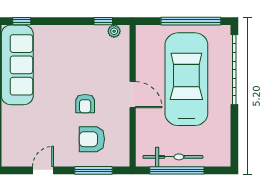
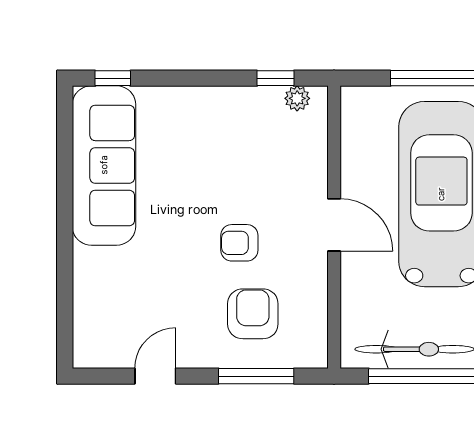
armchair: (85, 104) -> (239, 243), turned 90
armchair: (92, 139) -> (253, 314), turned 90

